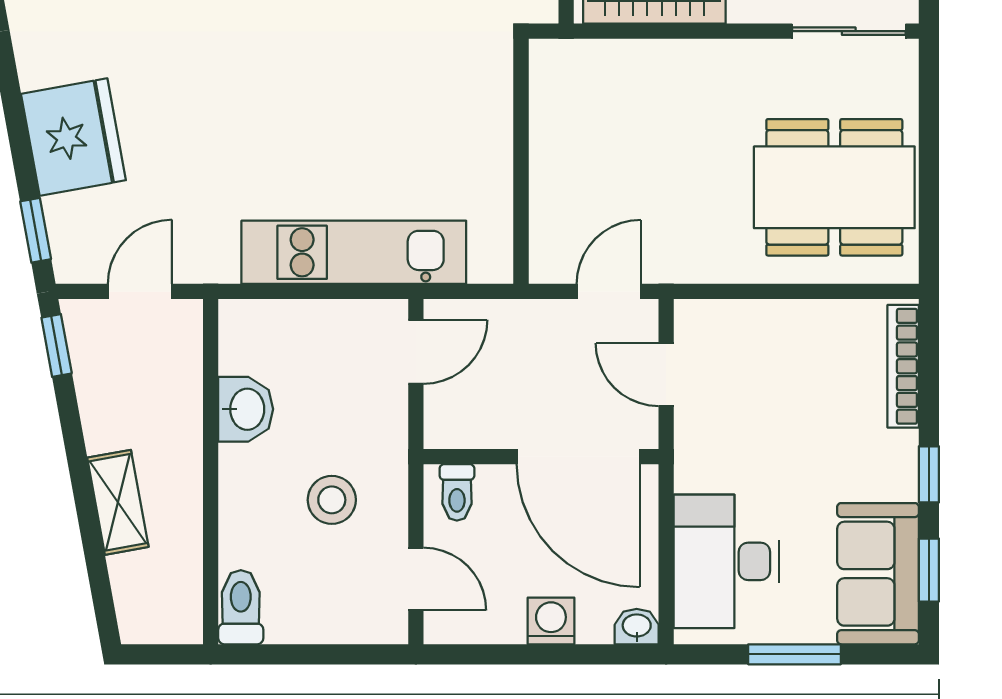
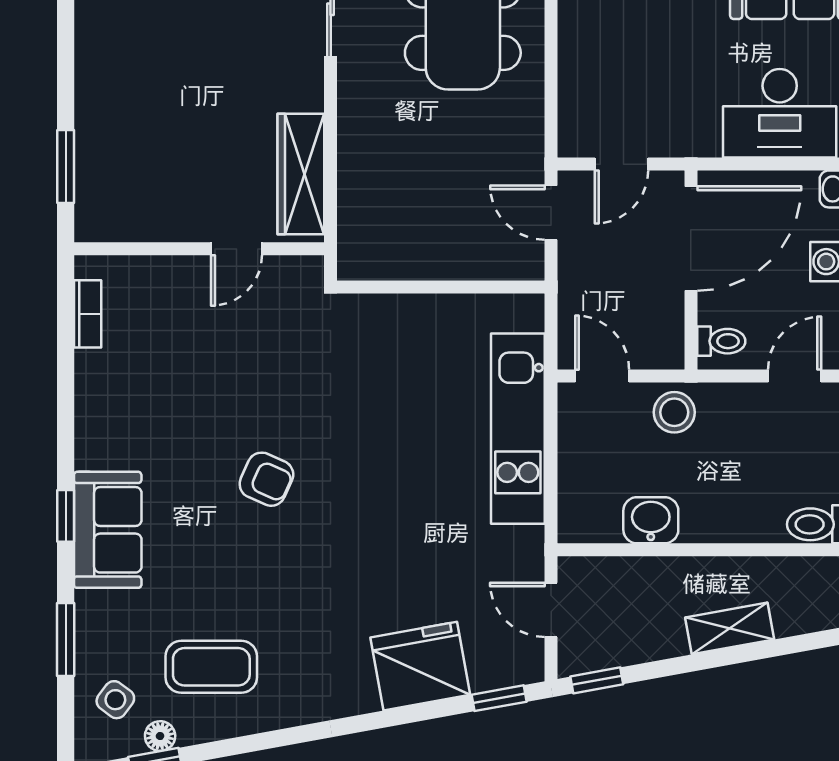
stool: (332, 500) -> (674, 412), moved

